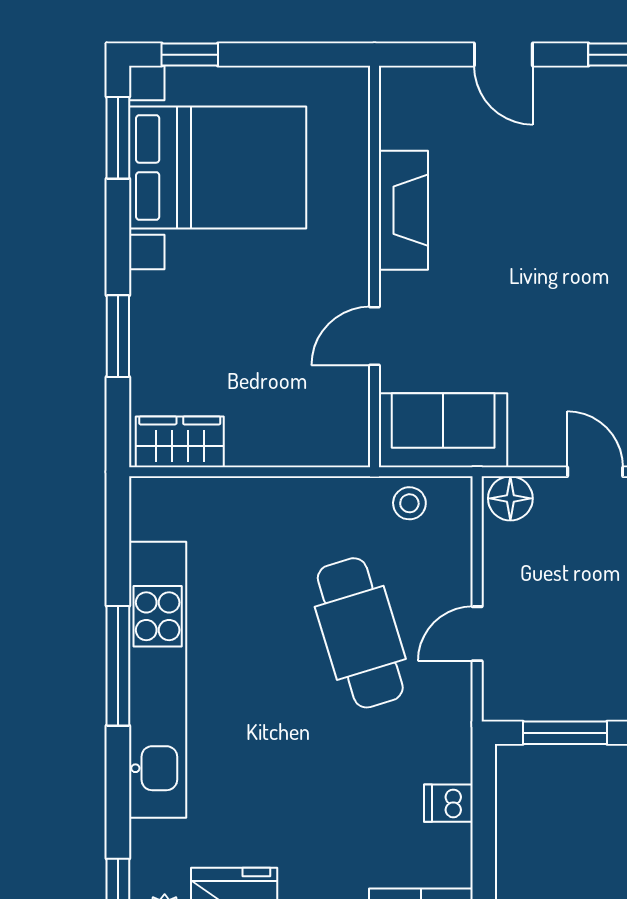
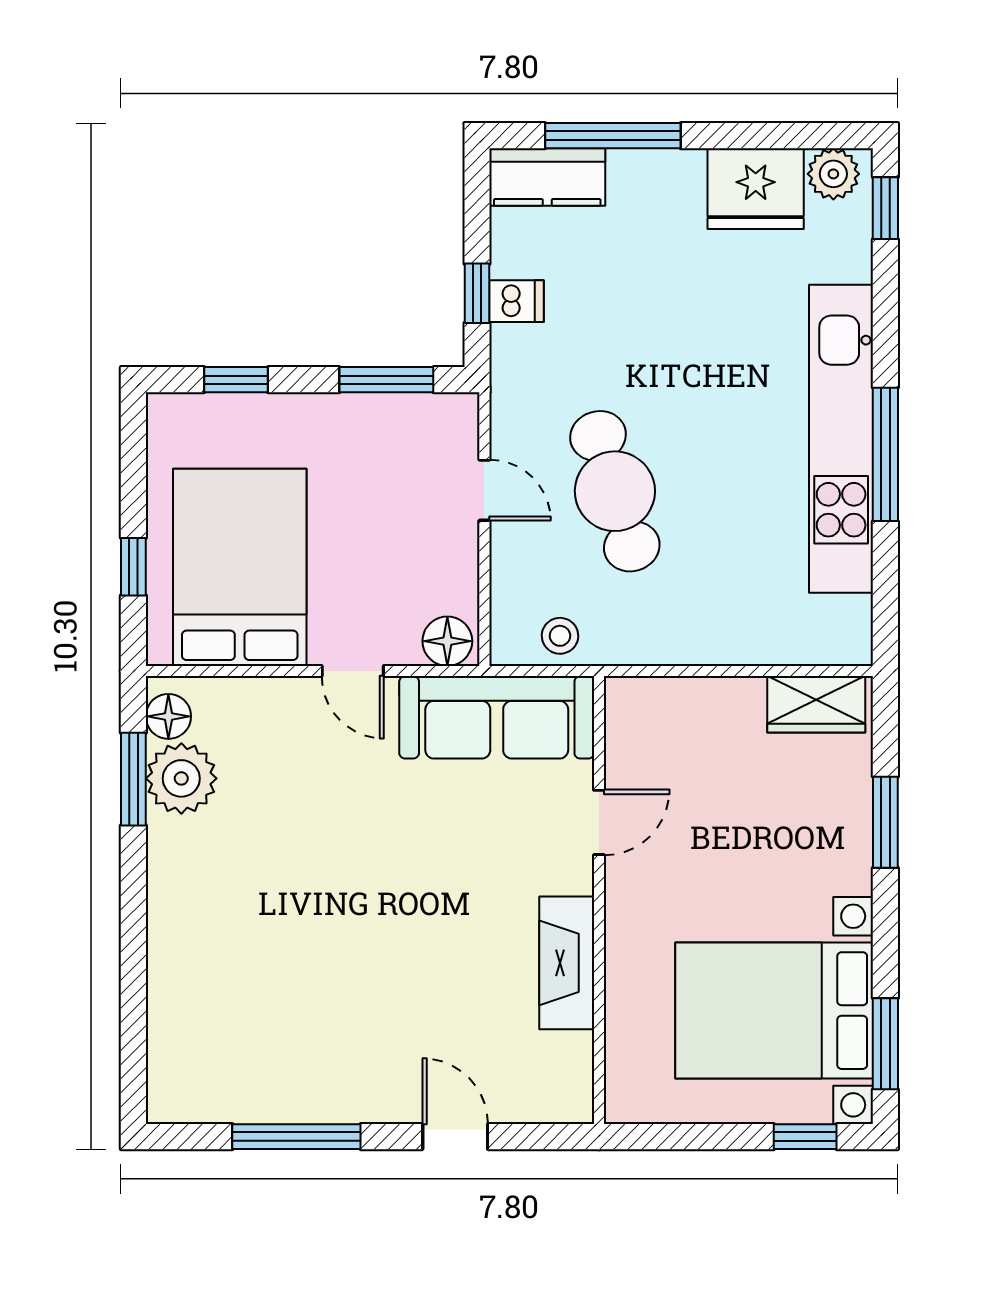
sofa: (443, 430) -> (497, 717), width x1.36
door: (477, 634) -> (484, 490), hinge flipped
window: (484, 810) -> (477, 293), added

